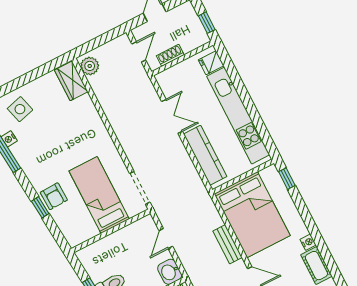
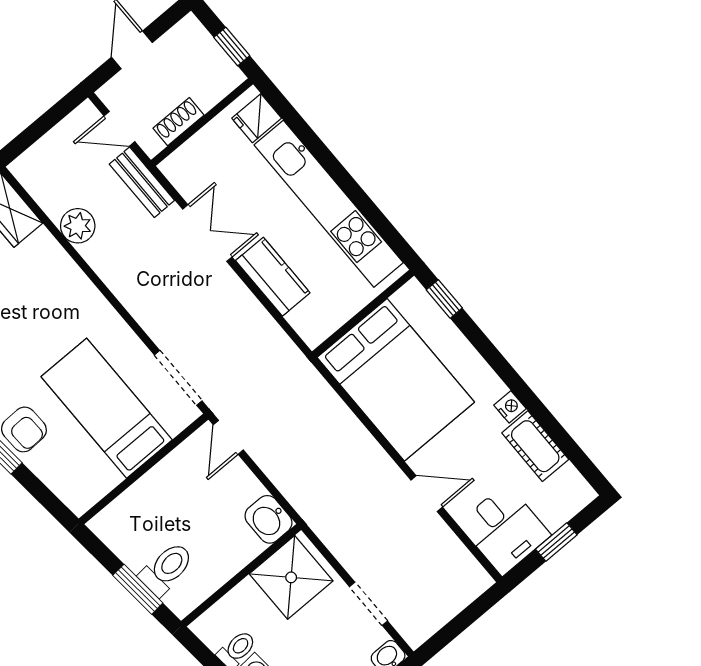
door: (139, 52) -> (119, 129), swing flipped
plant: (90, 66) -> (78, 226), moved
kitchen counter: (205, 155) -> (273, 277), width x0.67
door: (166, 239) -> (228, 437), moved
bench: (227, 244) -> (142, 182), moved

